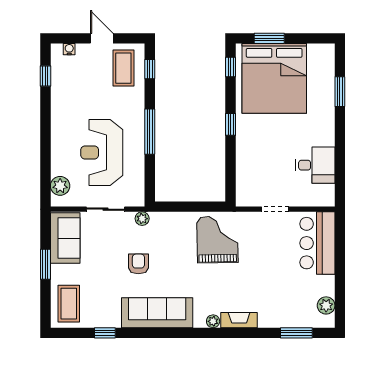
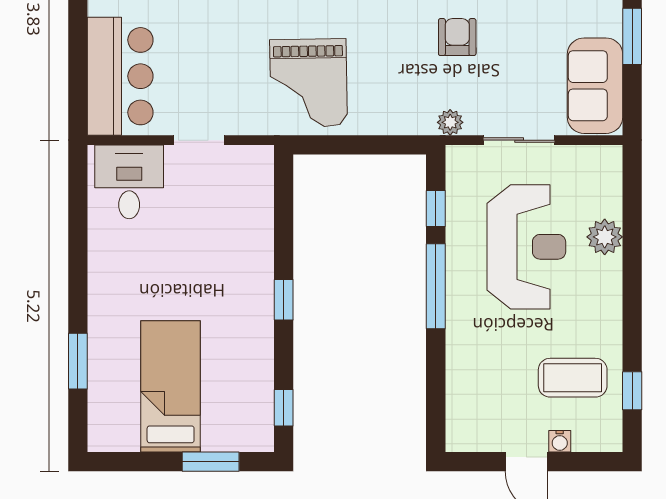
water cooler: (69, 49) -> (560, 441), moved
coffee table: (123, 68) -> (573, 378), moved, turned 90
window: (150, 69) -> (436, 209), moved
bed: (274, 78) -> (171, 386), width x0.49
desk: (315, 165) -> (129, 182), moved, turned 90
plant: (60, 186) -> (605, 237), moved
armchair: (138, 264) -> (457, 37), turned 180

